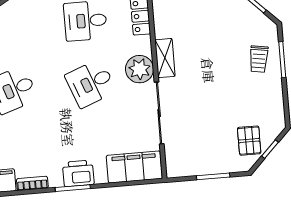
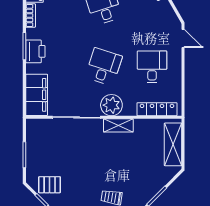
desk: (91, 83) -> (104, 67), turned 39

